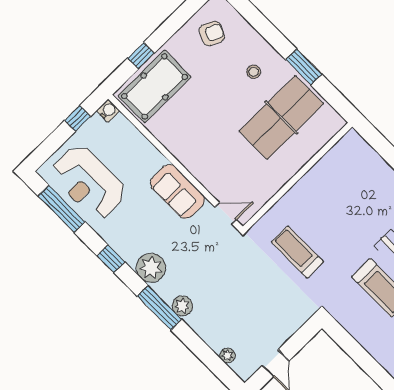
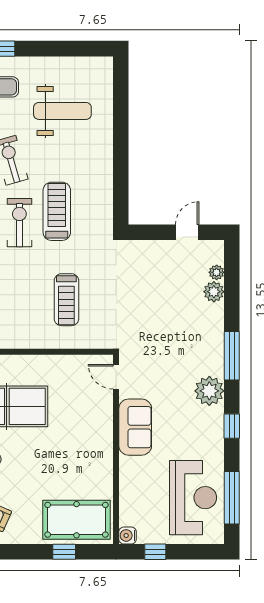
treadmill: (297, 252) -> (66, 300), moved
plant: (182, 306) -> (214, 292), moved

